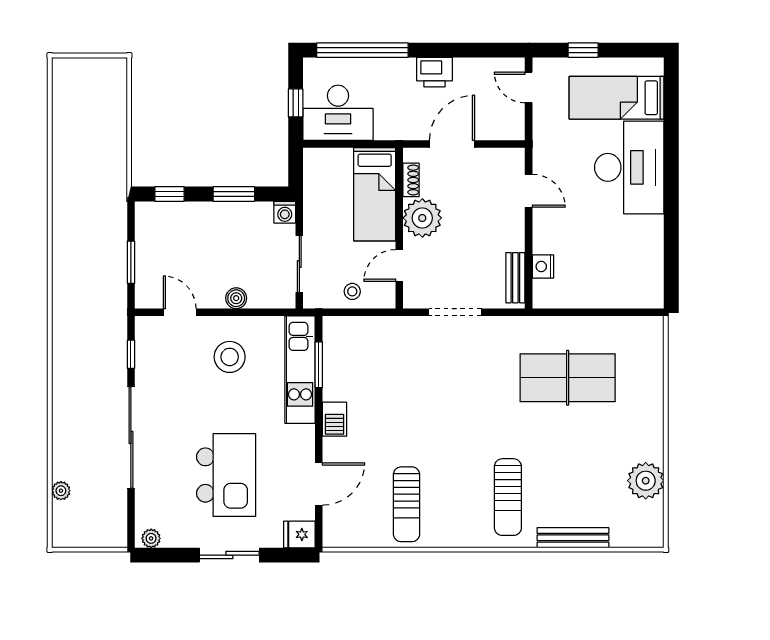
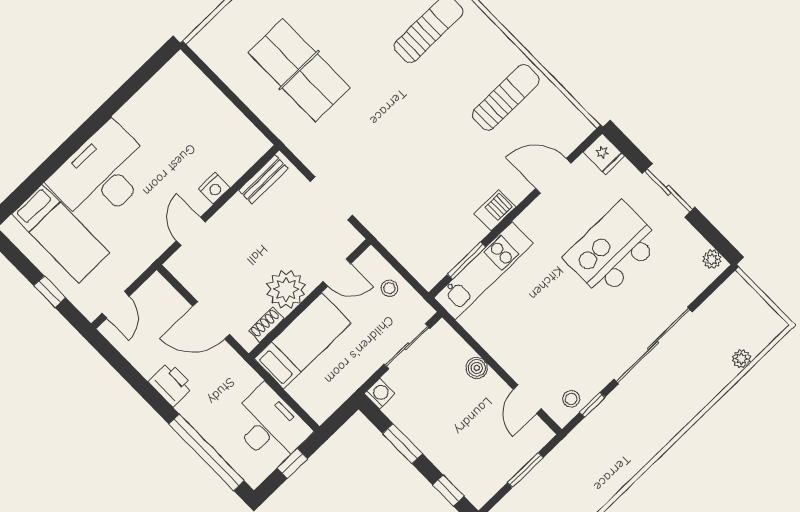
nightstand: (543, 267) -> (214, 188), moved
stool: (230, 357) -> (571, 399), moved, width x0.53, depth x0.53

